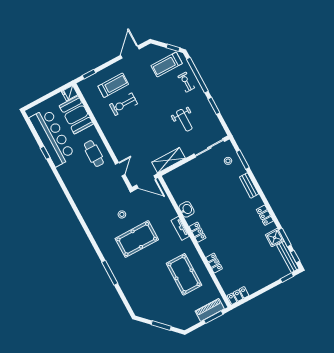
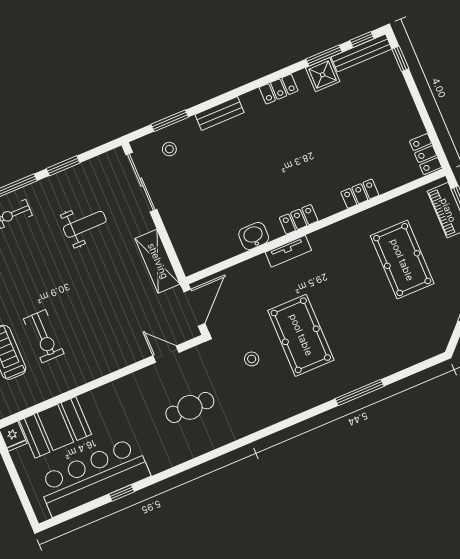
cafe table: (94, 154) -> (190, 407), moved
pool table: (184, 274) -> (402, 260), moved, turned 90

